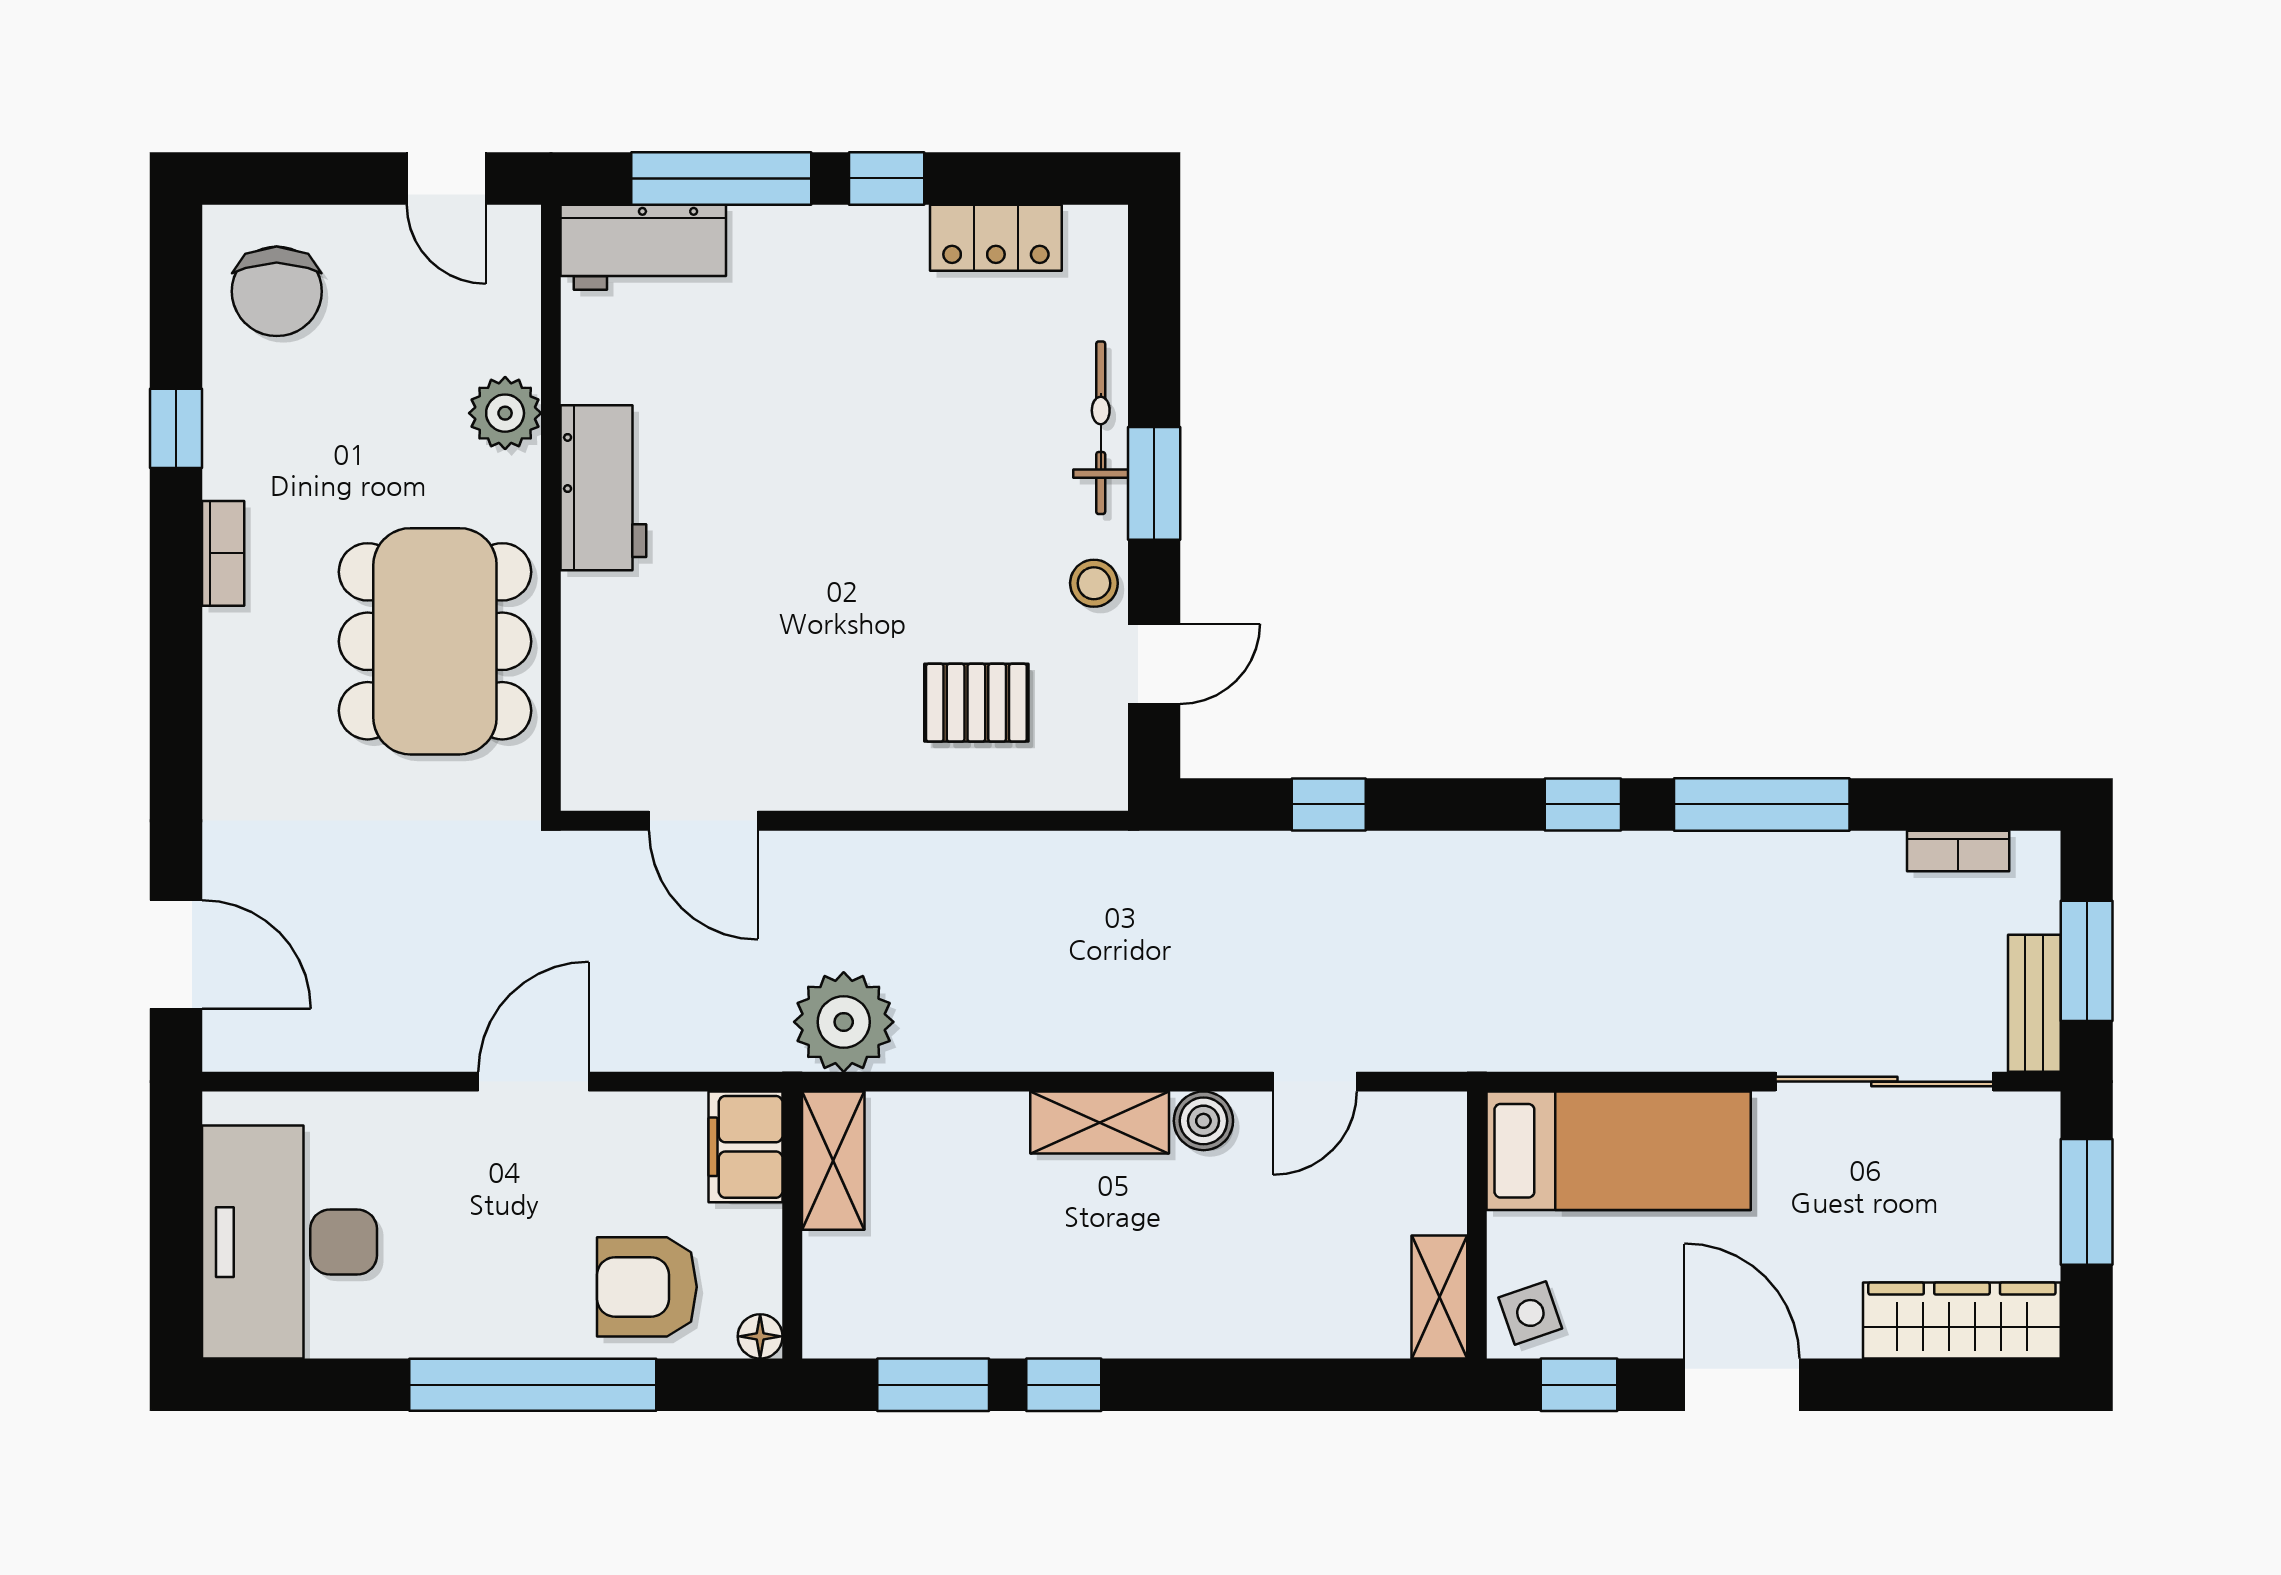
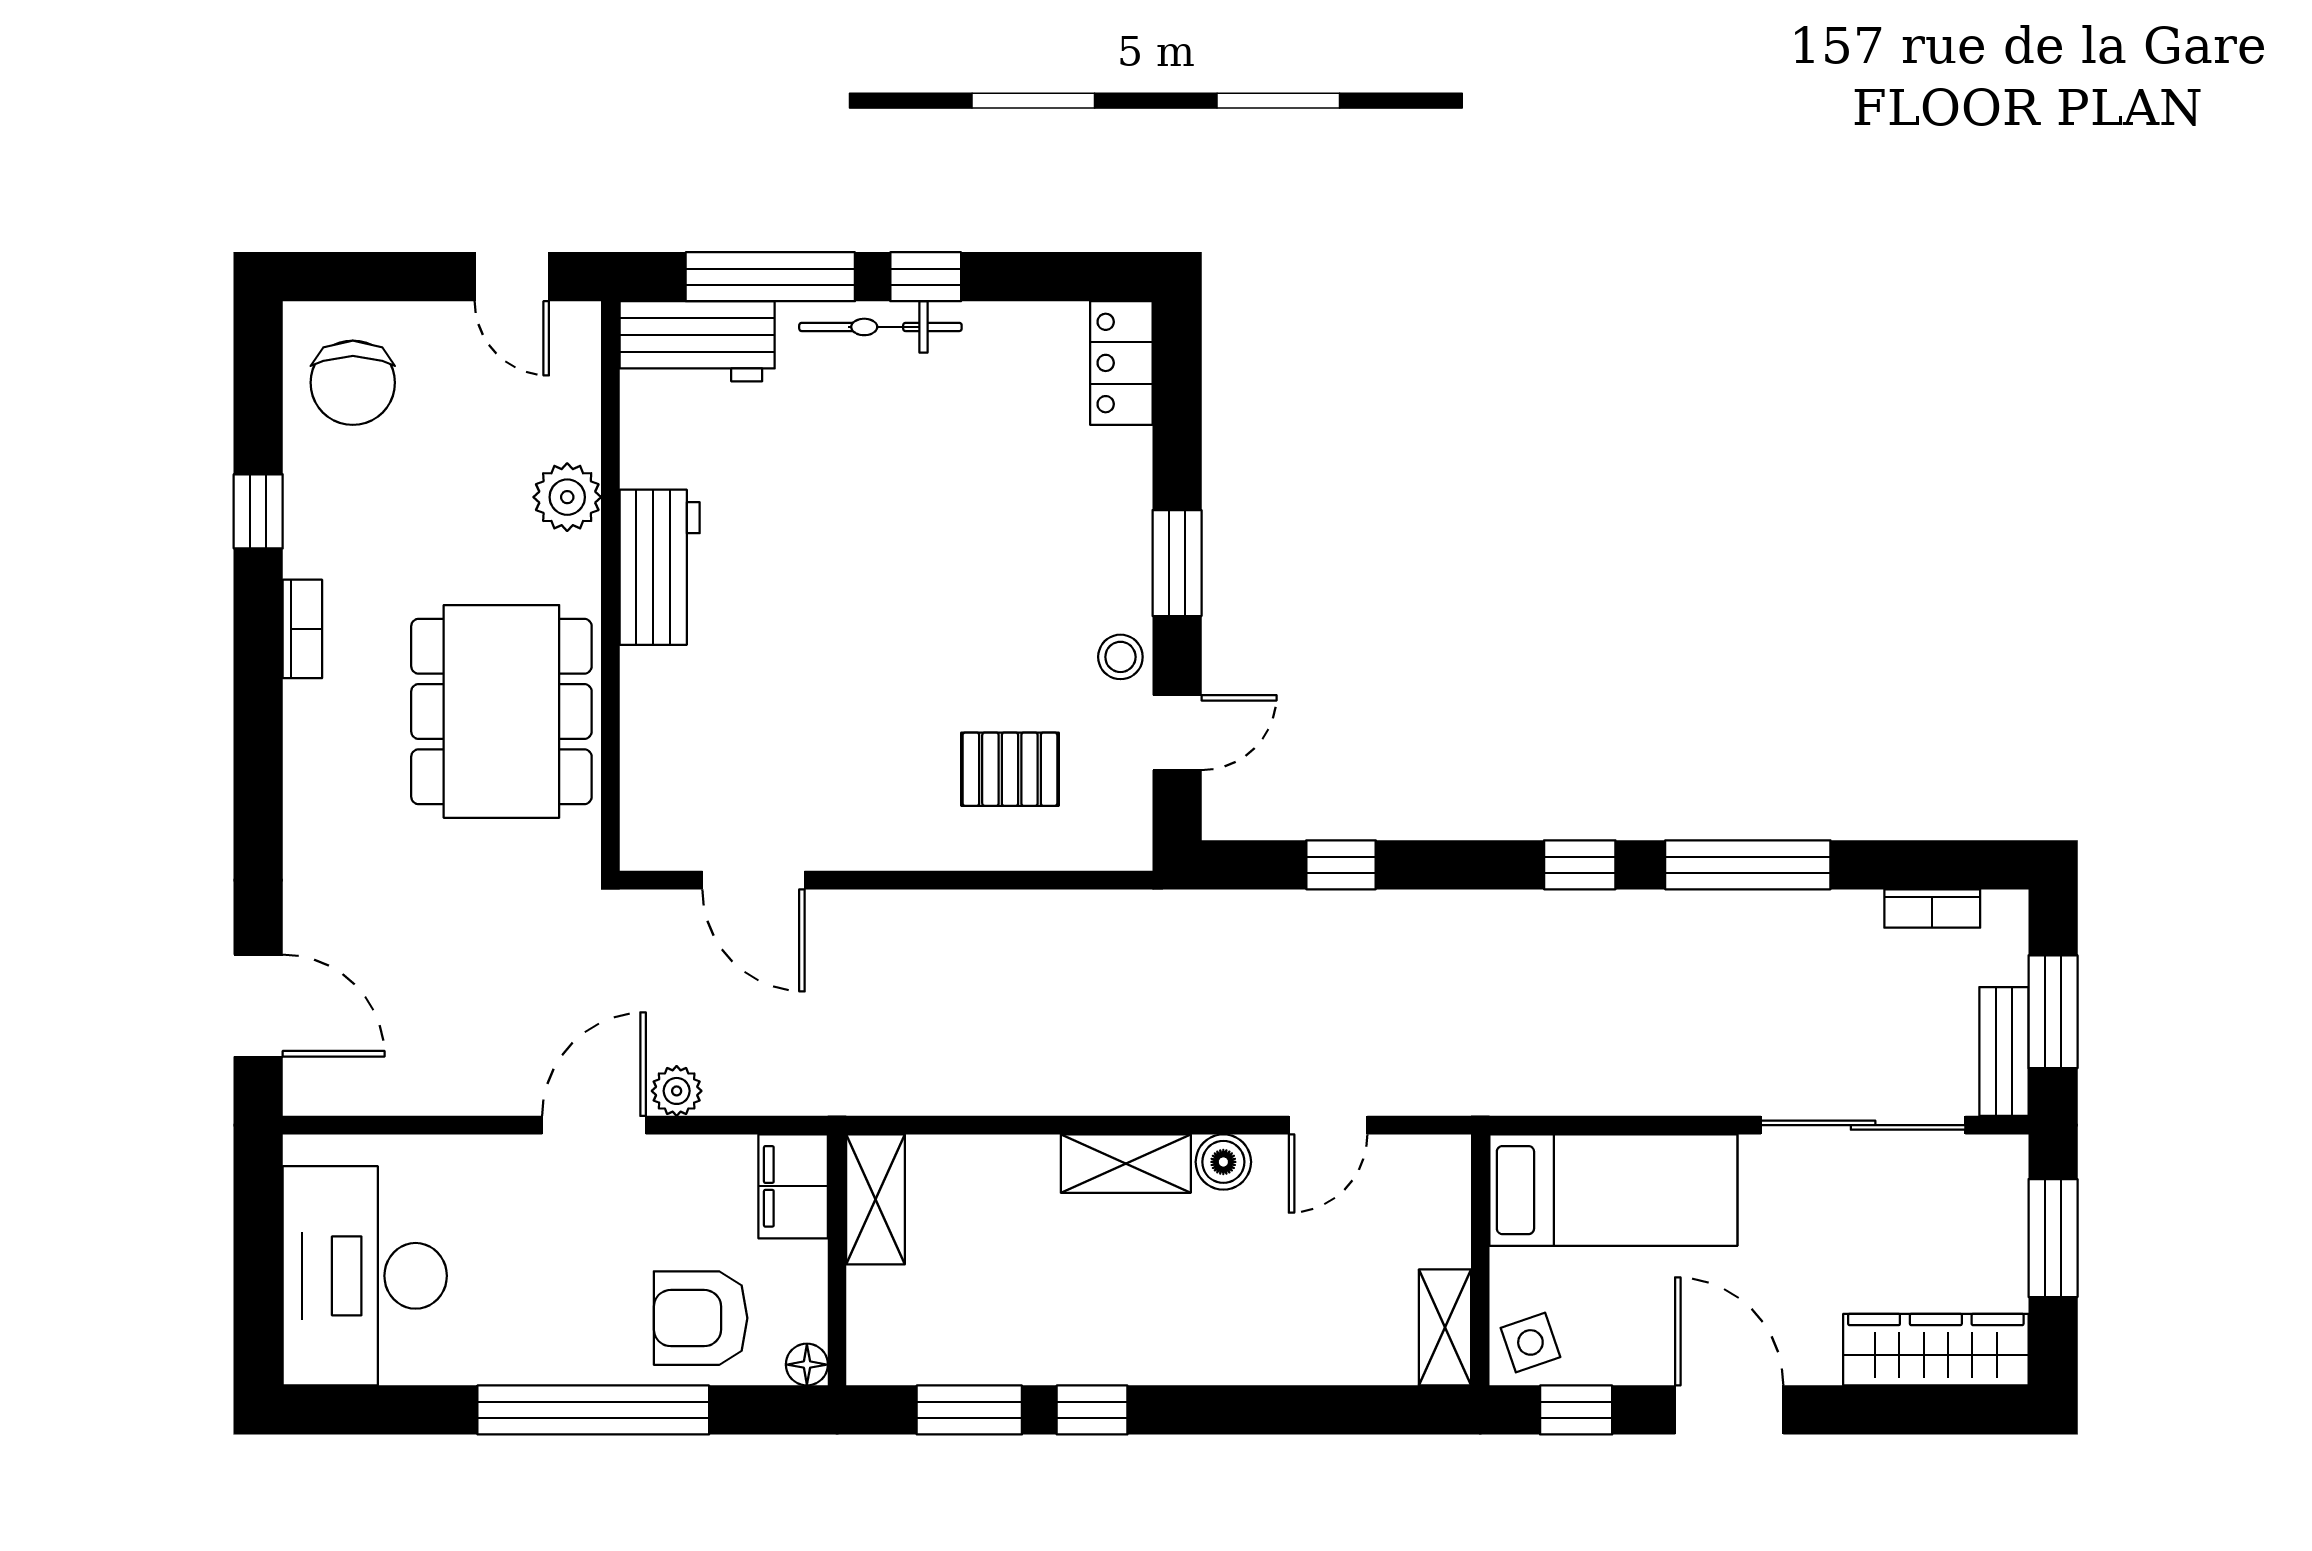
locker: (996, 238) -> (1121, 363), moved, turned 90
bicycle: (1101, 428) -> (880, 327), moved, turned -90
plant: (844, 1022) -> (677, 1091), moved, width x0.53, depth x0.53

